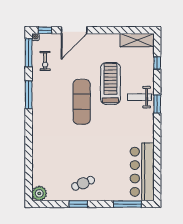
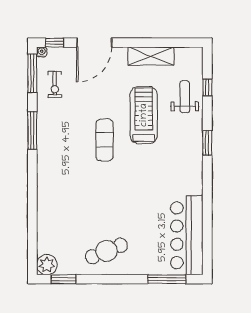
shelving: (137, 40) -> (151, 56), moved
weight bench: (140, 97) -> (185, 97), moved, turned 90
exercise mat: (82, 102) -> (104, 140), width x0.73, depth x0.69
cafe table: (83, 183) -> (106, 251), width x1.37, depth x1.35
window: (78, 204) -> (63, 279), moved

